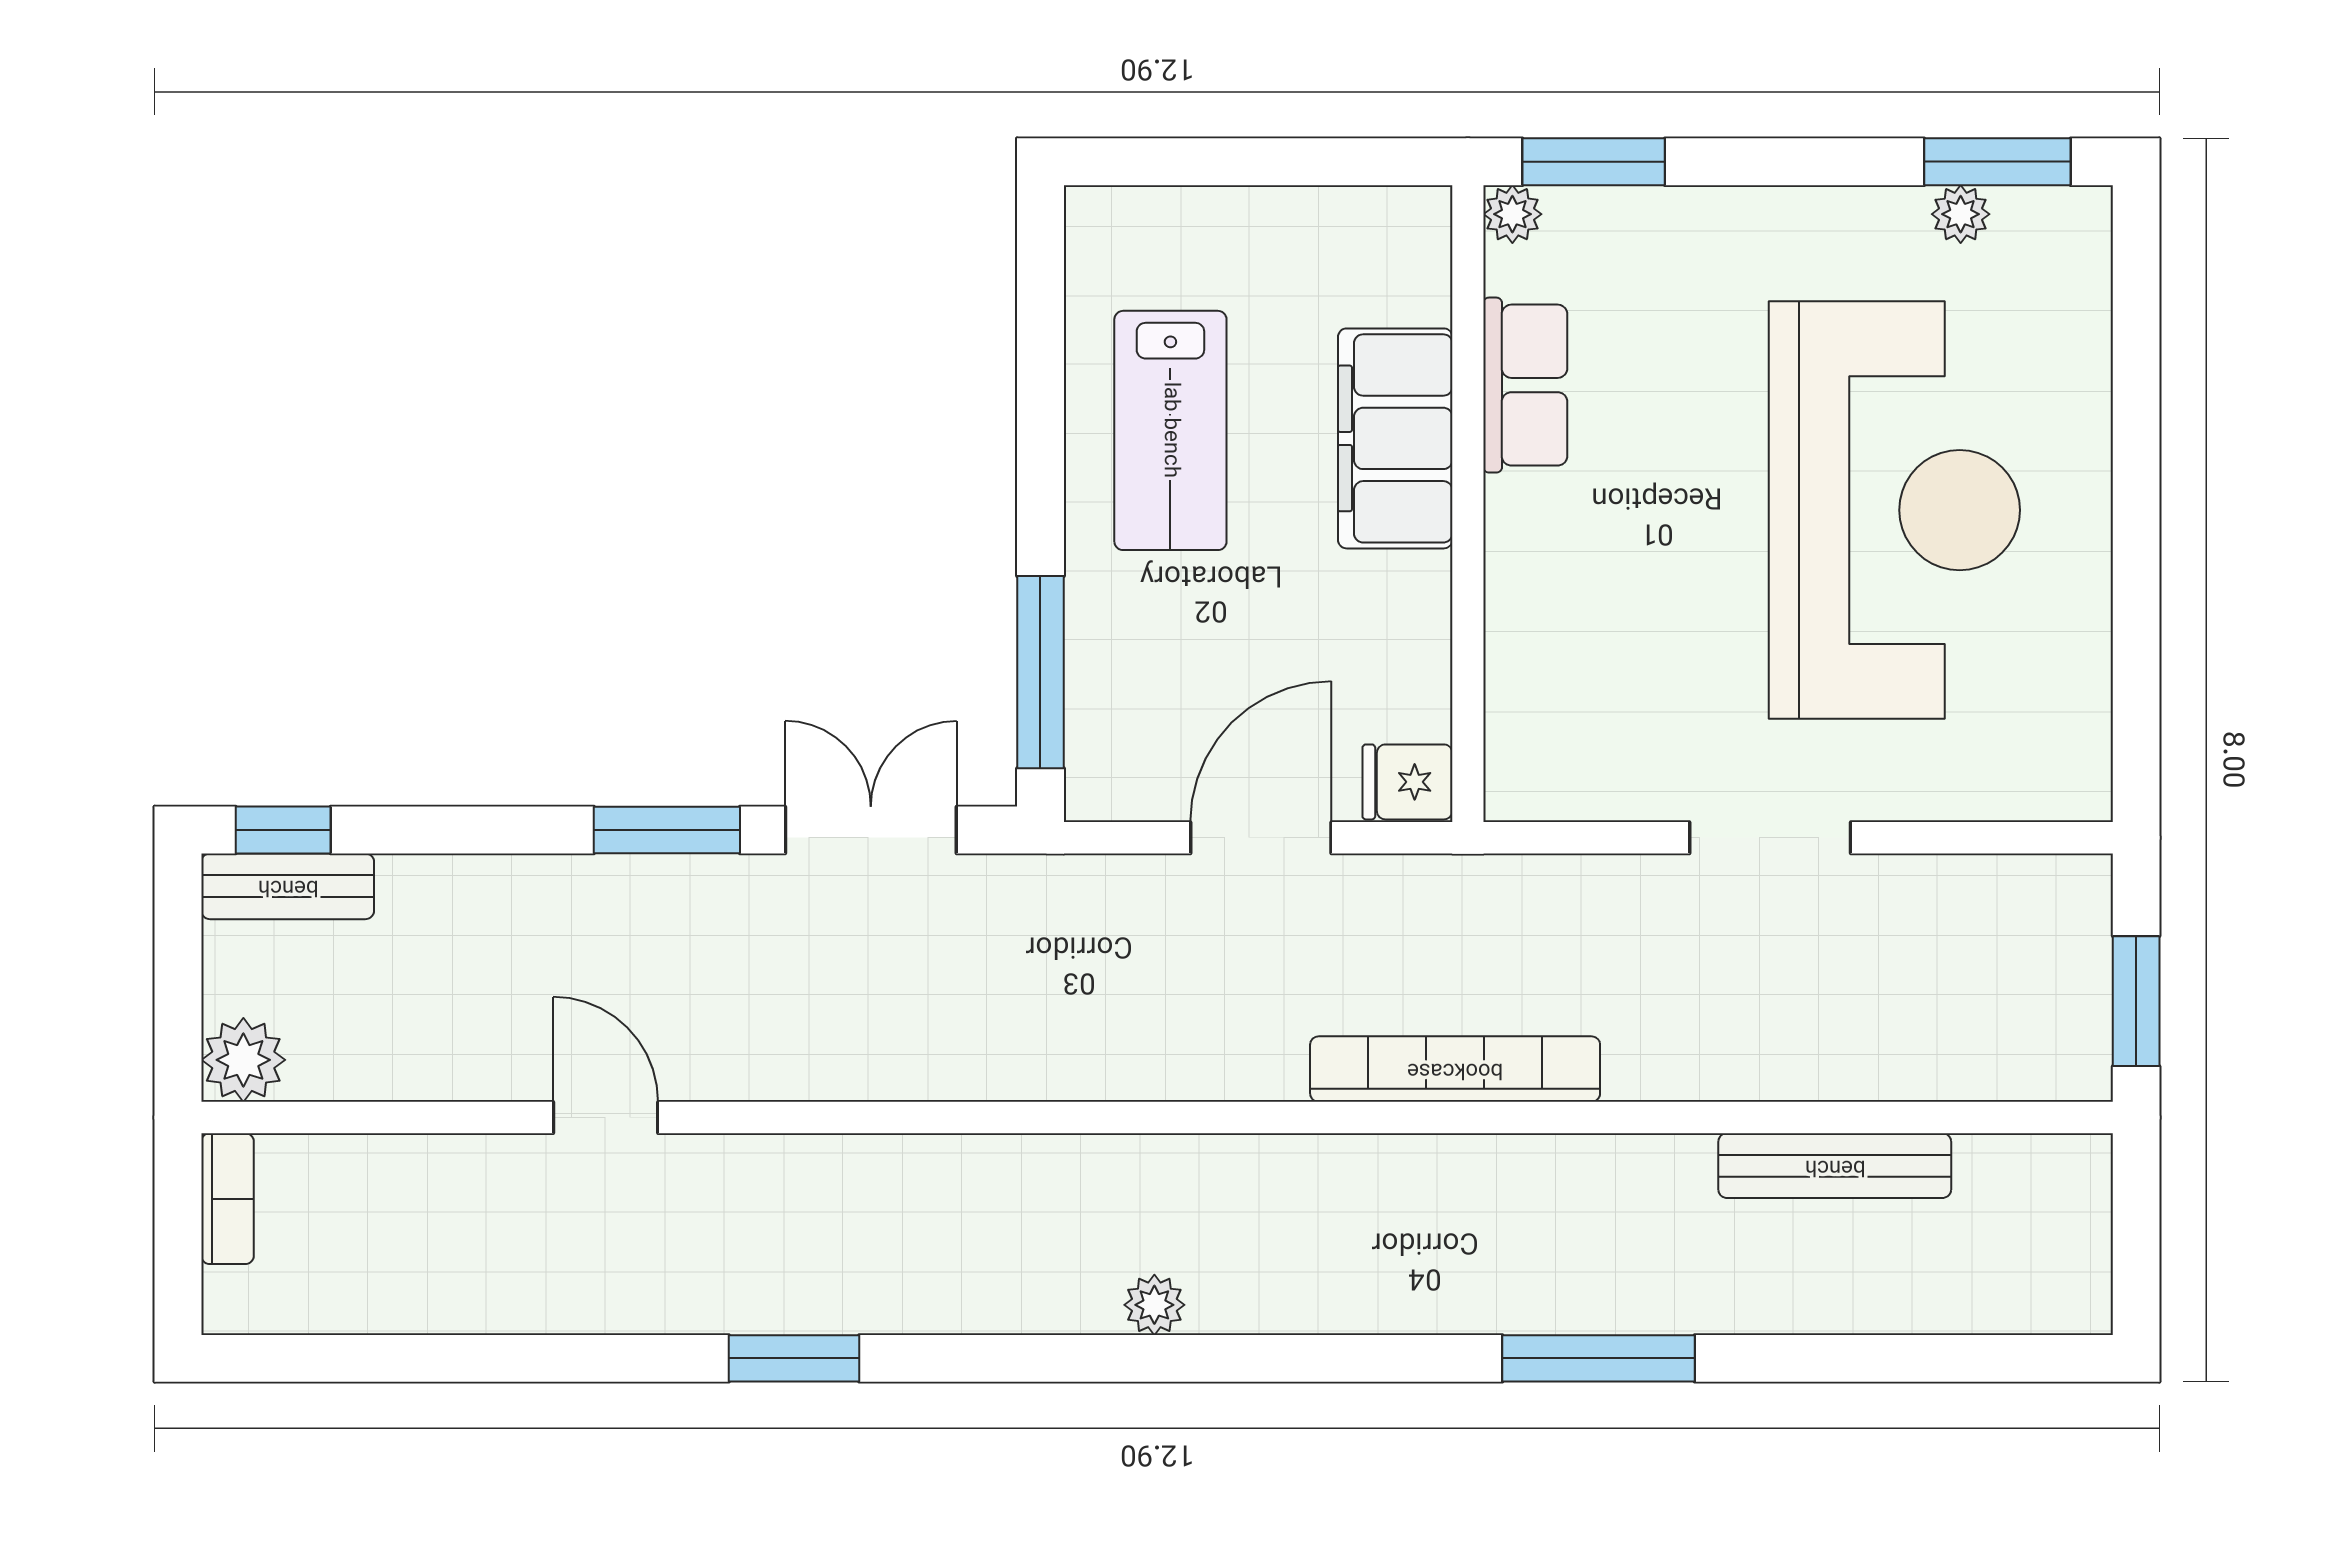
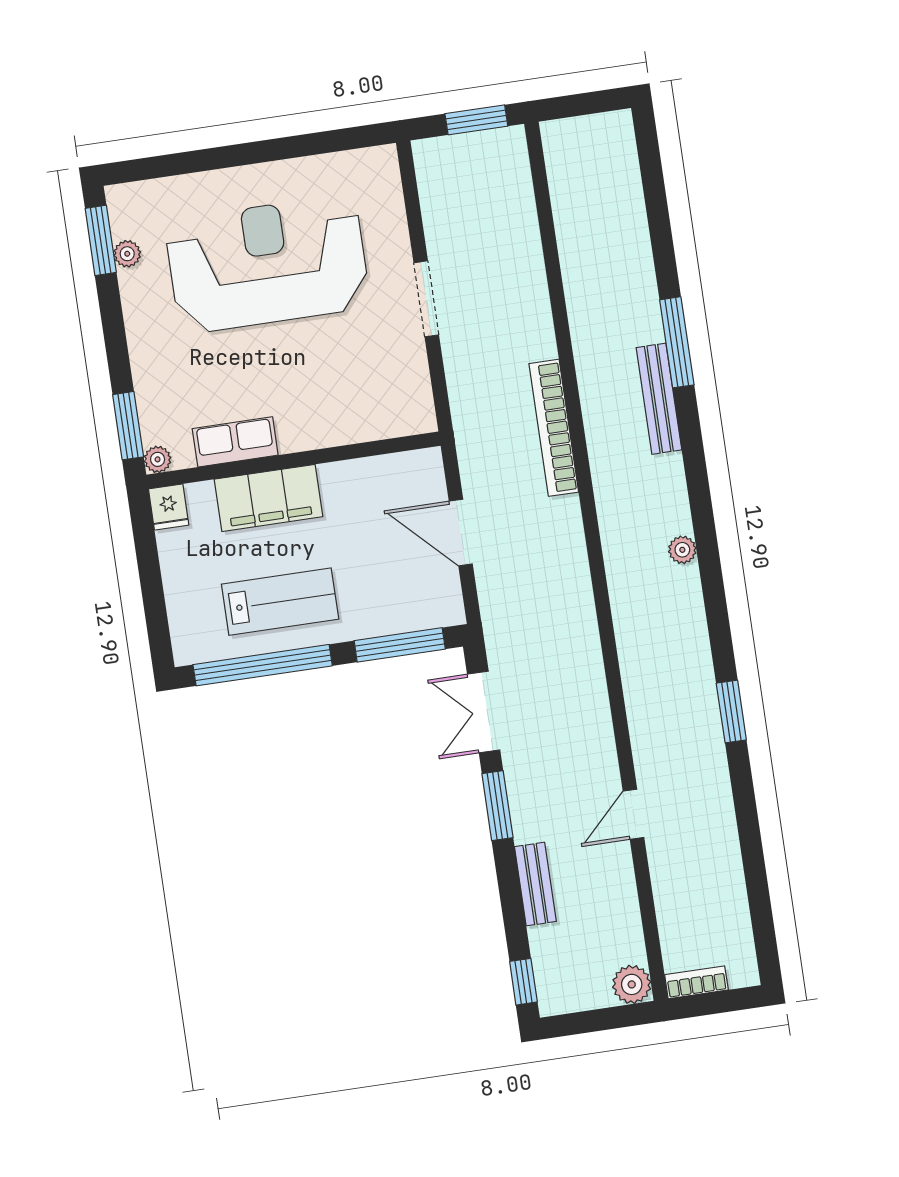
window: (1040, 373) -> (263, 665), added
fridge: (1407, 782) -> (169, 507), moved
bench: (288, 886) -> (535, 884), moved
bench: (1835, 1166) -> (659, 399), moved

